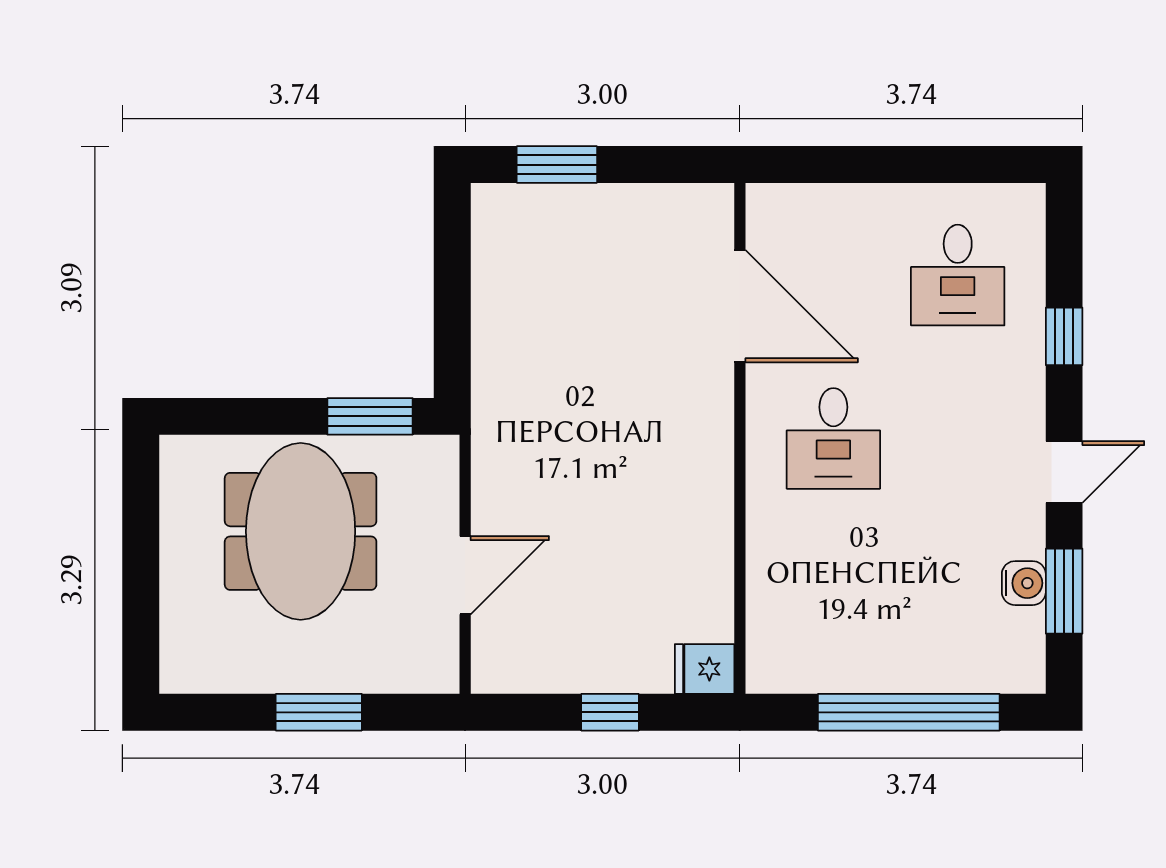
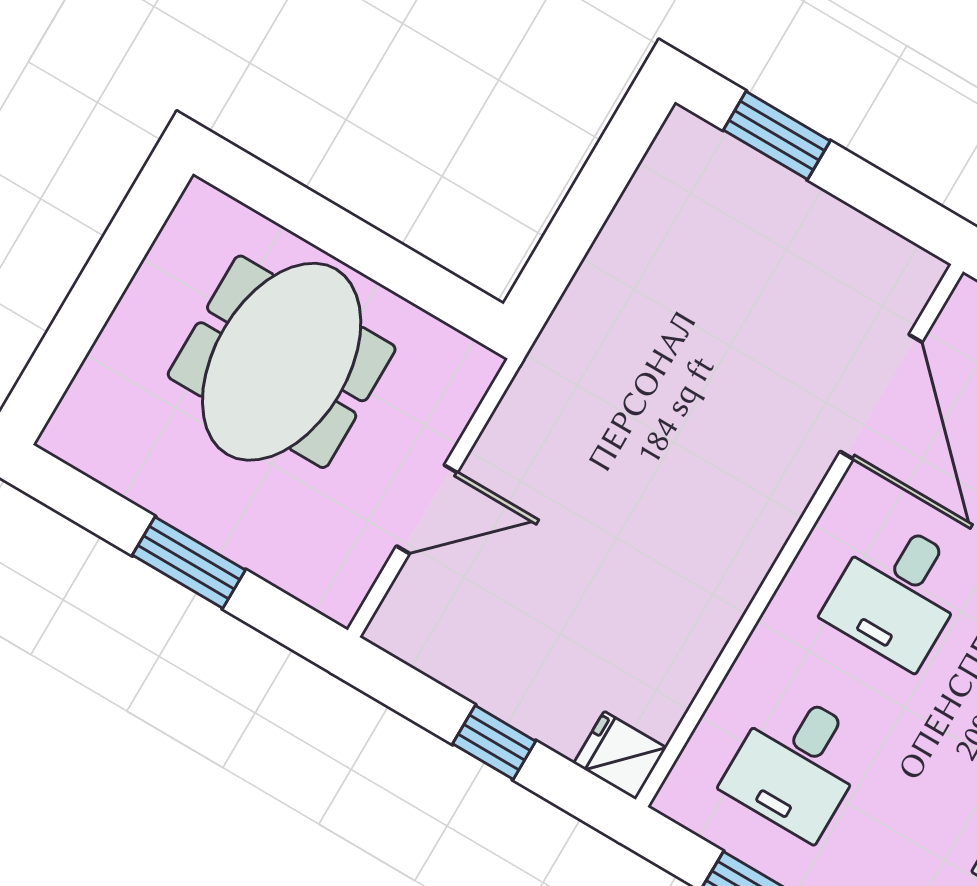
window: (370, 416) -> (425, 284), removed
desk: (833, 602) -> (797, 765), added

